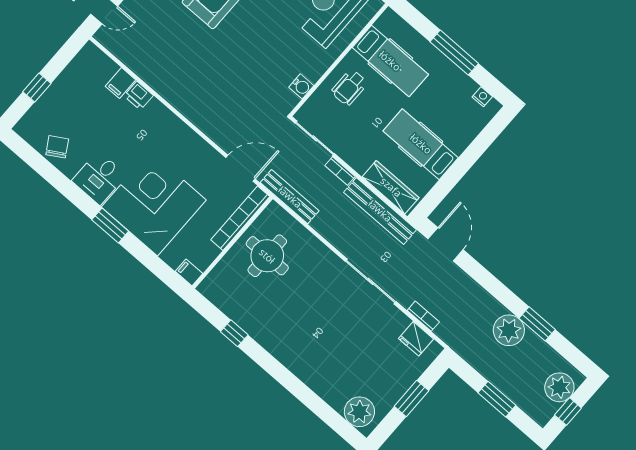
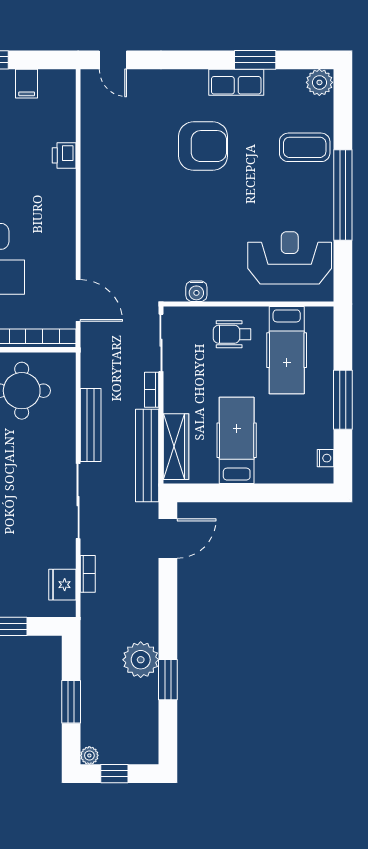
filing cabinet: (120, 83) -> (27, 84), moved, turned -90
bench: (290, 197) -> (91, 425), moved
plant: (559, 387) -> (89, 755), moved, width x0.53, depth x0.53

